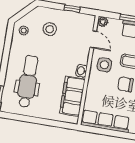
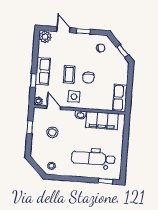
stool: (50, 29) -> (52, 132), moved
door: (93, 39) -> (54, 108), hinge flipped
row of seats: (105, 121) -> (120, 98), width x0.68

